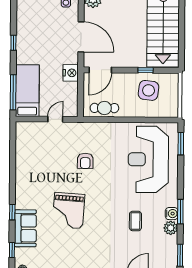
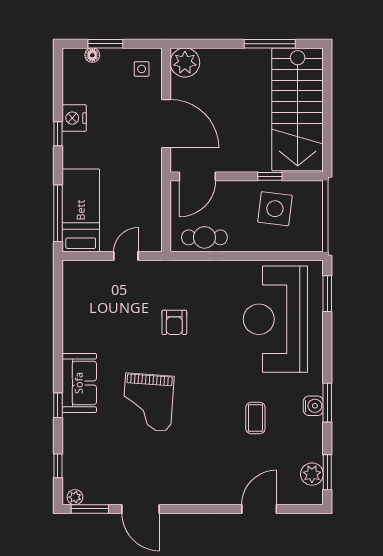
nightstand: (71, 73) -> (74, 118), moved, turned 180
sofa: (25, 228) -> (79, 383), moved
plant: (171, 228) -> (312, 474), moved

